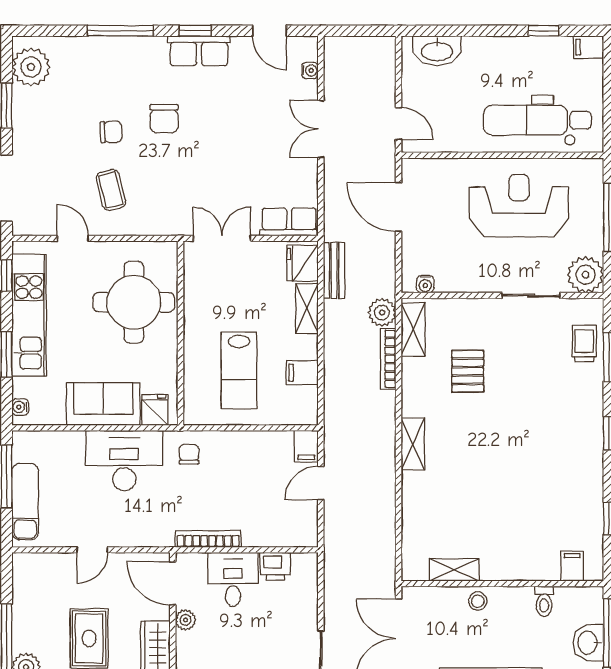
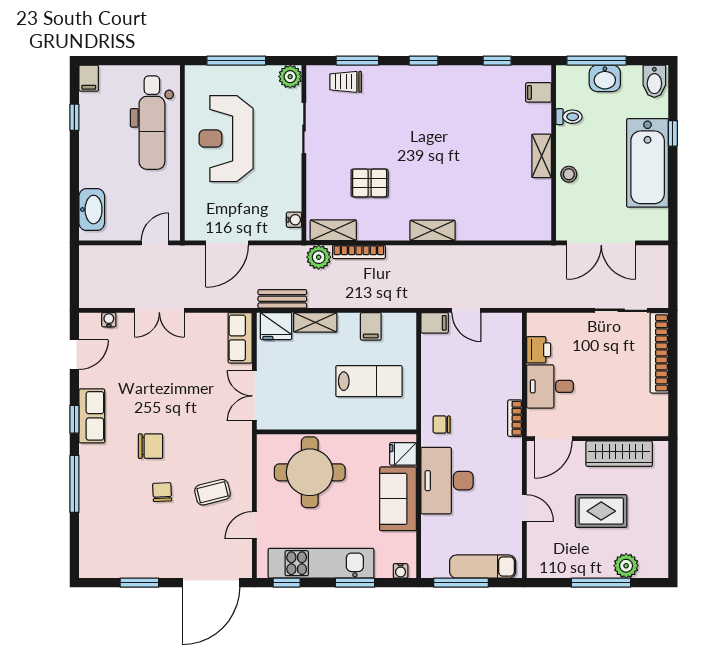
plant: (31, 67) -> (106, 561), removed
plant: (585, 275) -> (290, 77), width x0.73, depth x0.73
bookcase: (208, 539) -> (515, 418), width x0.64
shelving: (454, 570) -> (542, 156), moved
plant: (186, 620) -> (585, 427), removed

